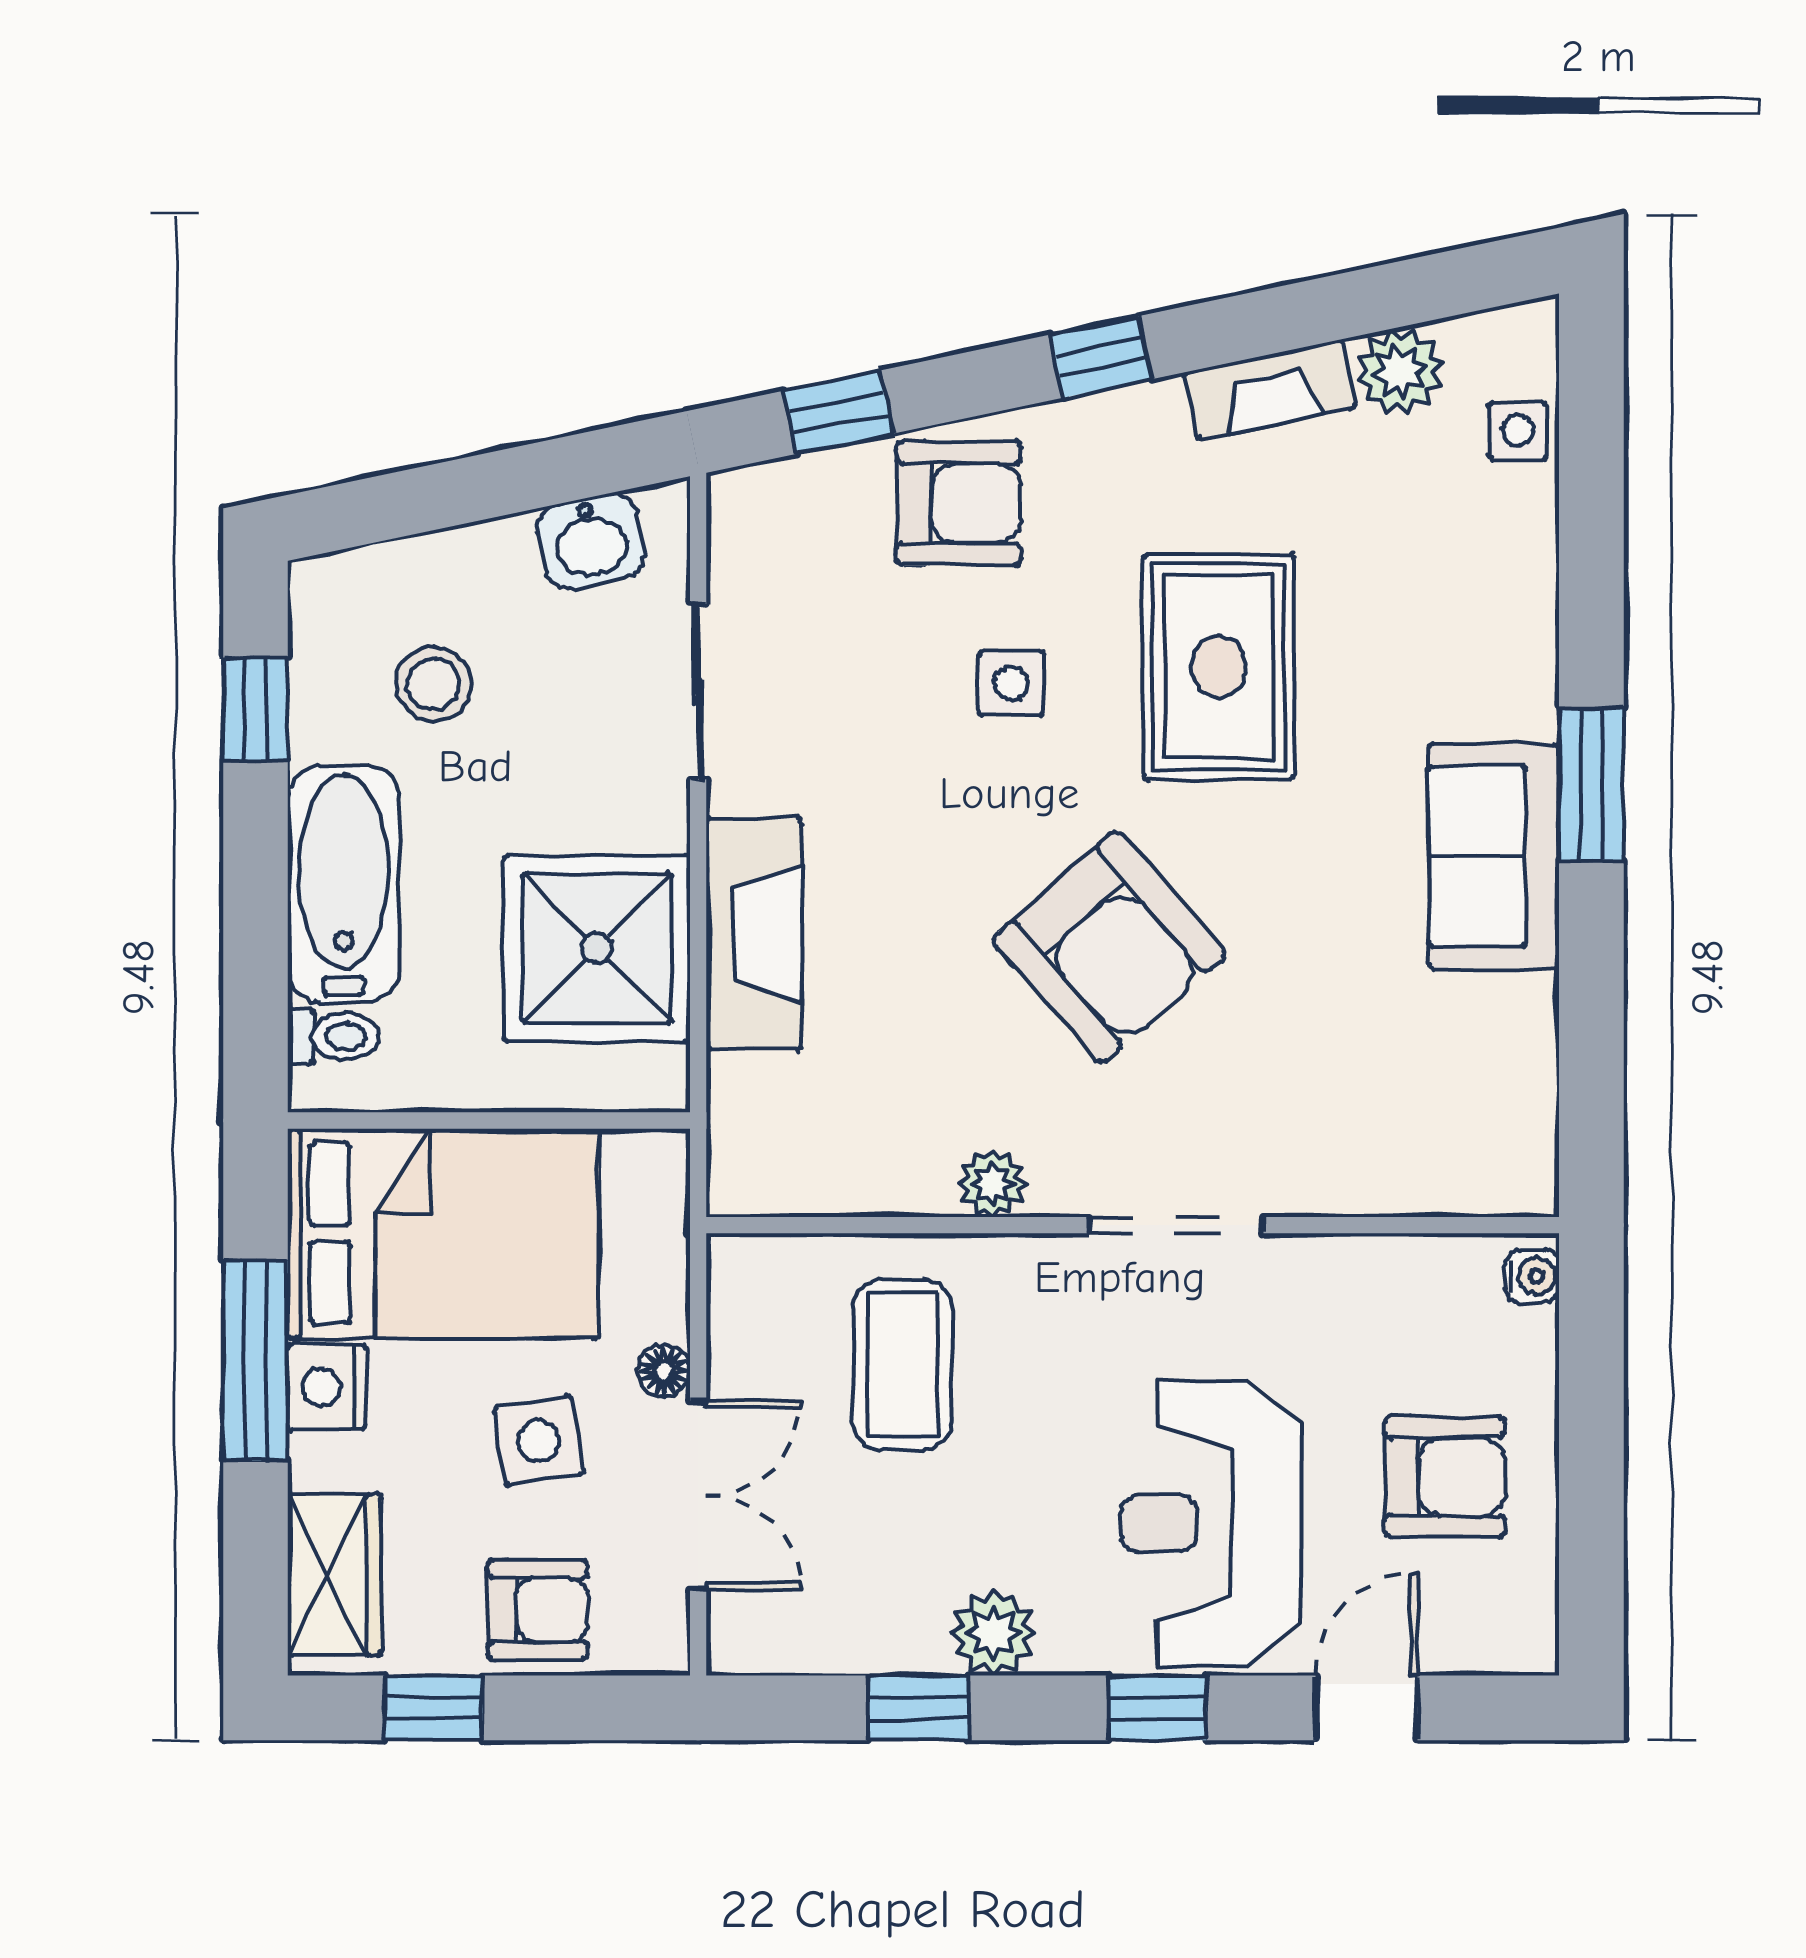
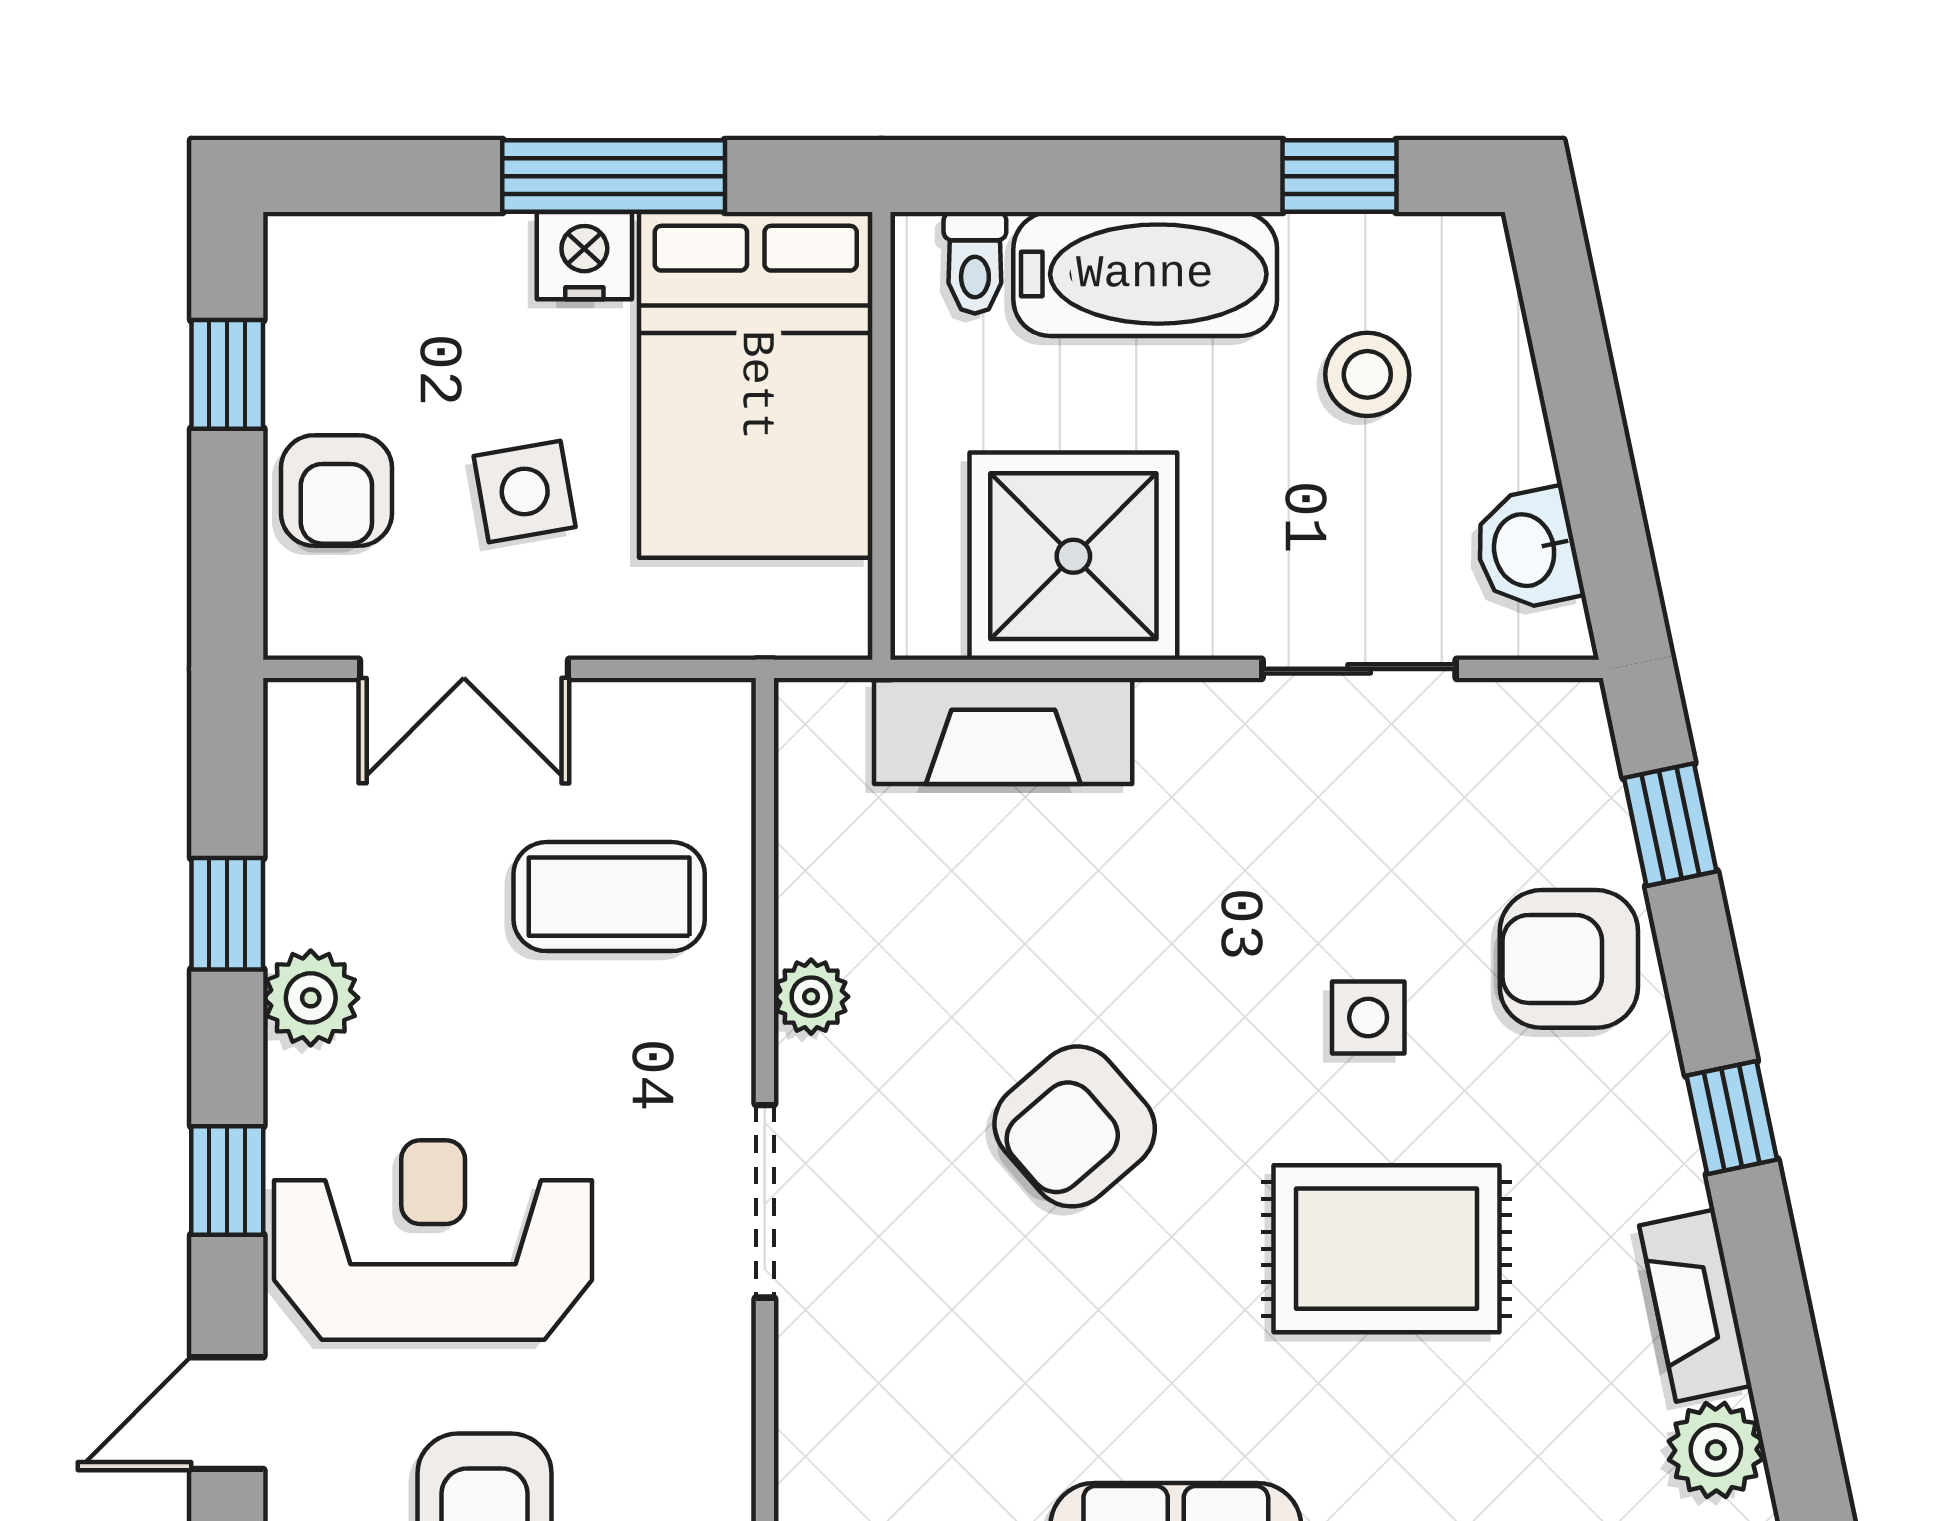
armchair: (959, 503) -> (1569, 959), turned 90
fireplace: (754, 934) -> (1003, 731), moved
armchair: (1109, 947) -> (1075, 1126), width x0.73, depth x0.73
floor lamp: (664, 1371) -> (603, 631), removed
wardrobe: (335, 1575) -> (376, 264), removed
door: (1366, 1708) -> (227, 1413), swing flipped

